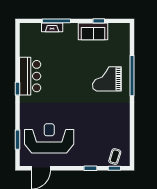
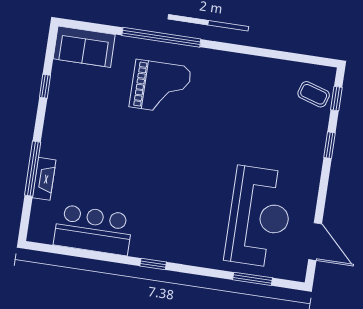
sofa: (93, 31) -> (84, 47), moved, turned 90
bar counter: (30, 76) -> (93, 230), moved
grand piano: (107, 79) -> (160, 87), turned -90
reception desk: (49, 138) -> (259, 217), turned 180

